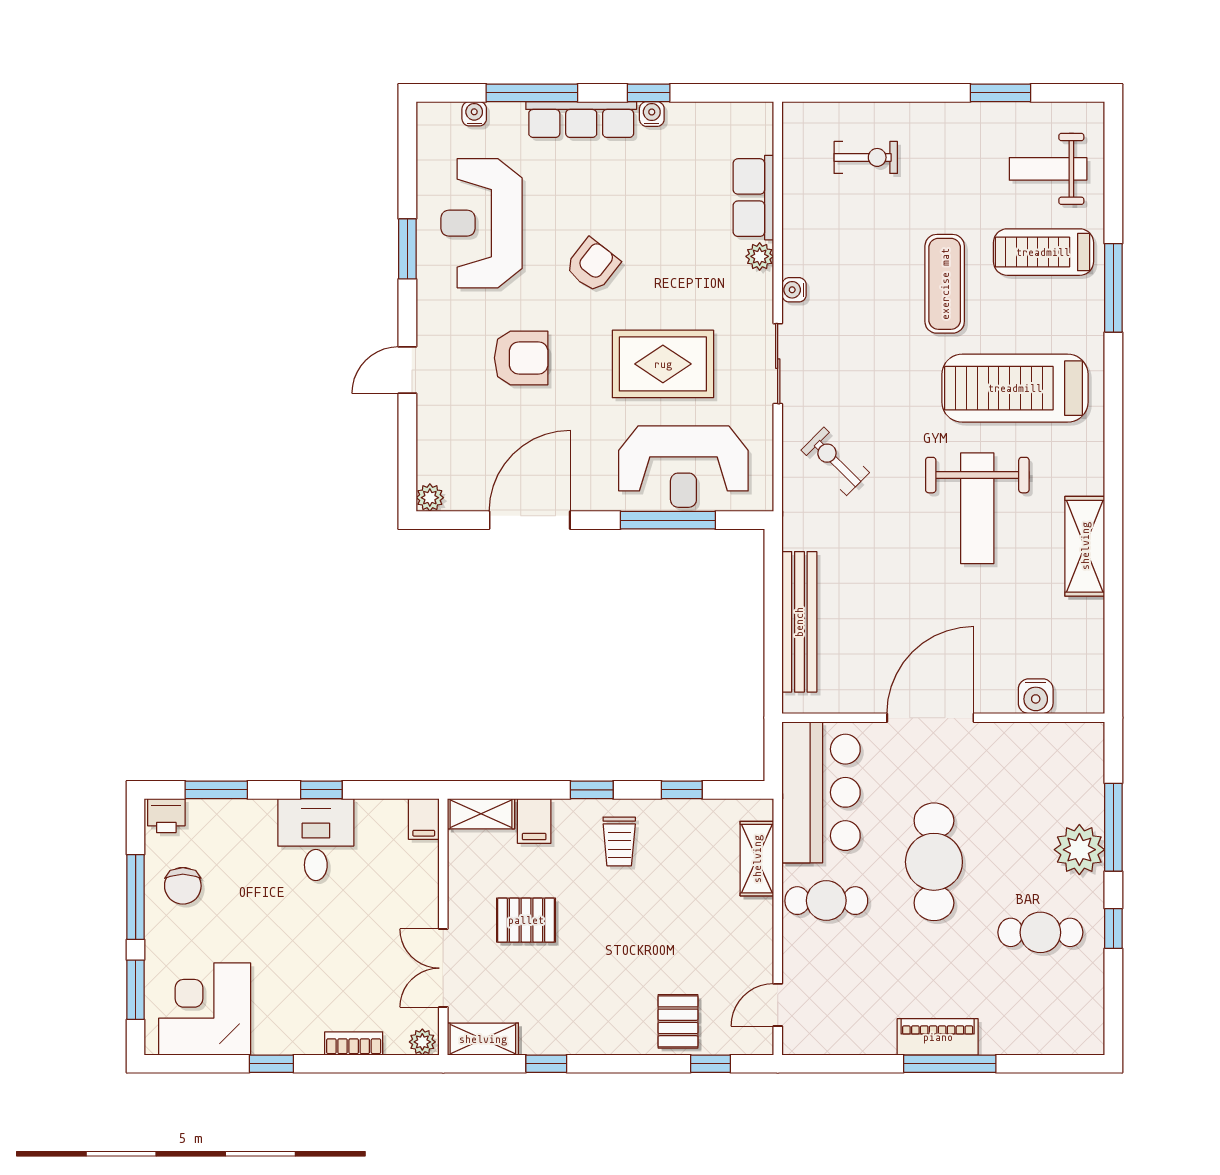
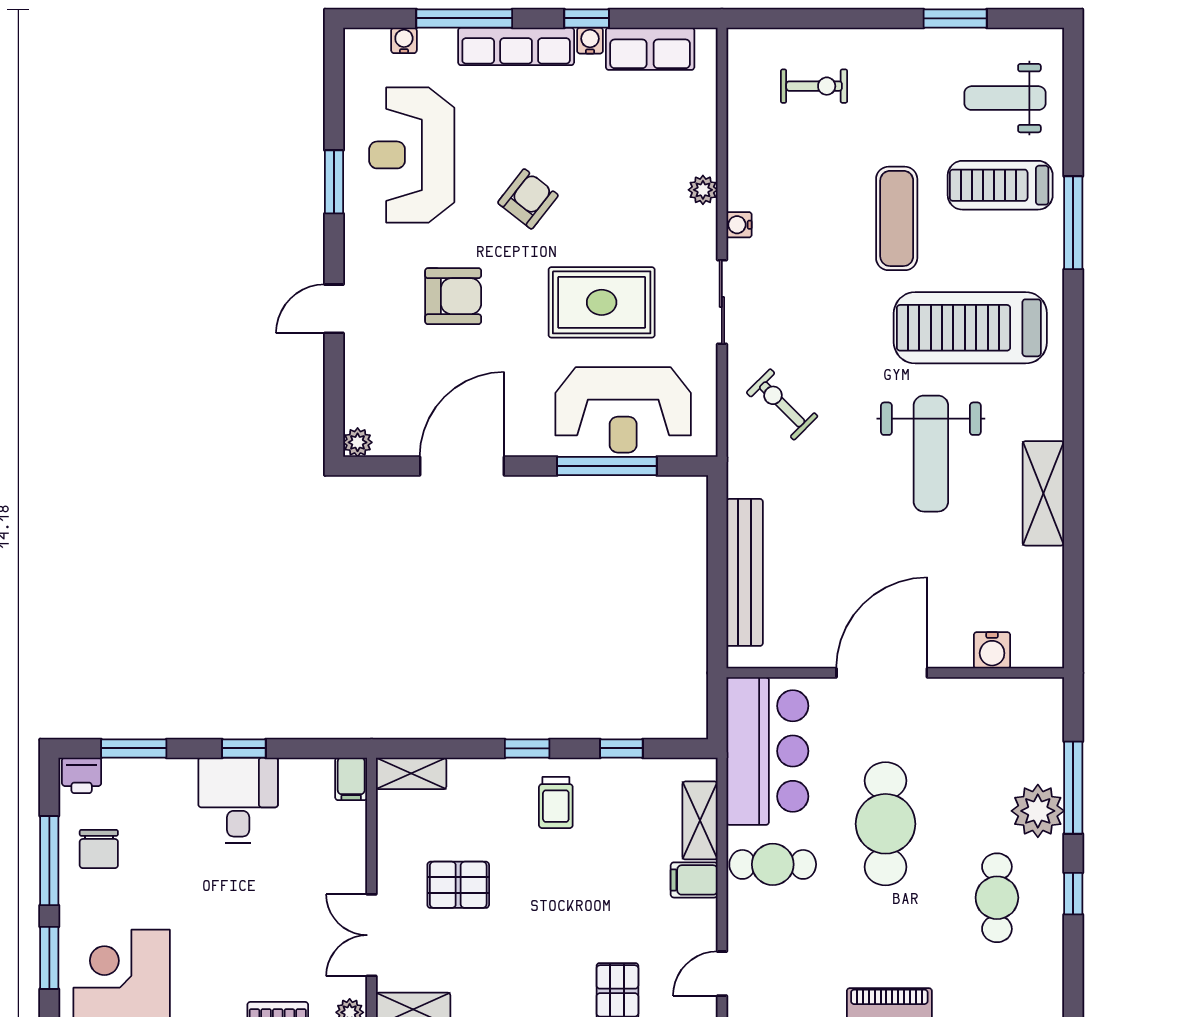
row of seats: (753, 198) -> (650, 49), moved, turned -90
filing cabinet: (534, 821) -> (694, 880), moved, turned 90
cafe table: (1040, 932) -> (997, 898), turned 90

